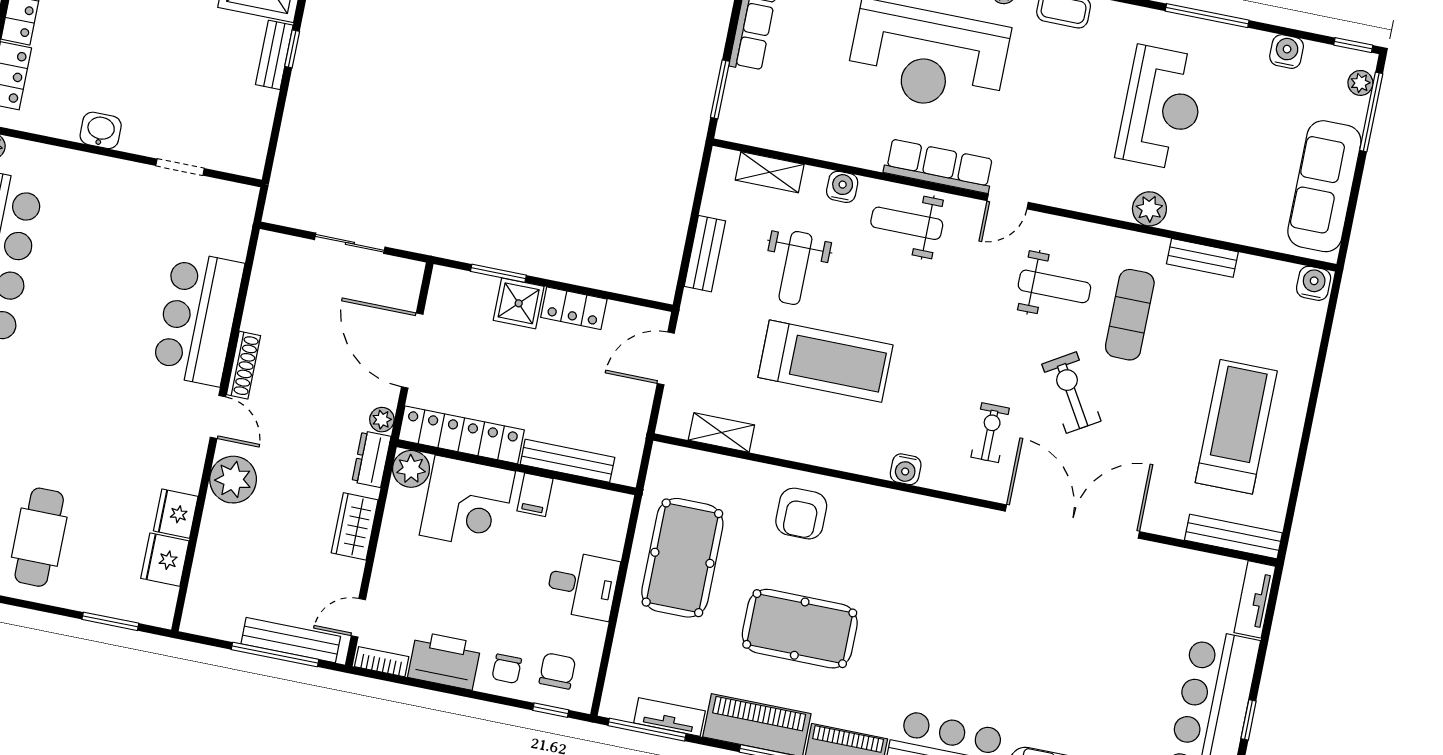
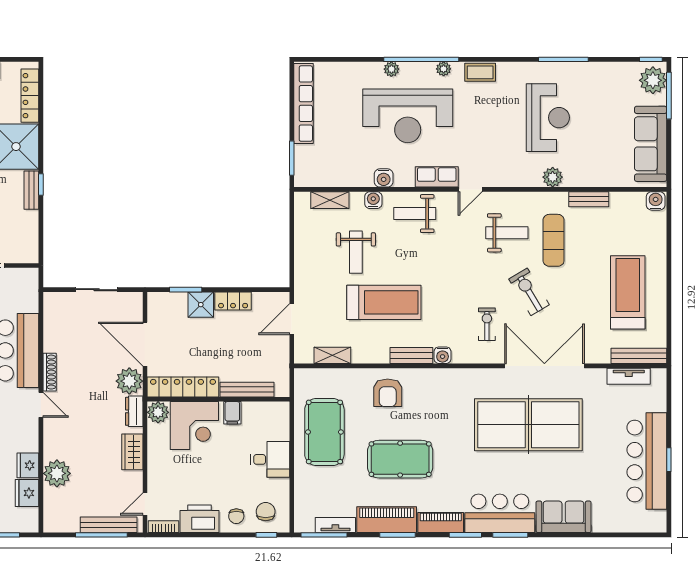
water cooler: (1287, 52) -> (384, 178), moved, turned 180
plant: (1360, 83) -> (653, 80), width x1.88, depth x1.88
row of seats: (939, 166) -> (437, 177), width x0.68
bench: (705, 254) -> (411, 355), moved, turned 90
plant: (382, 420) -> (129, 381), width x1.87, depth x1.87
plant: (233, 480) -> (57, 473), moved
tv unit: (1255, 599) -> (629, 376), moved, turned -90
table tennis table: (1026, 614) -> (528, 425), added

